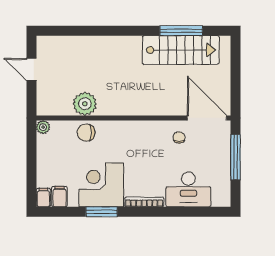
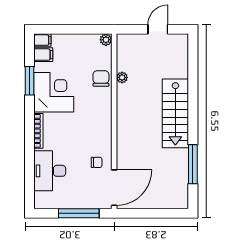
stairs: (181, 50) -> (175, 113), moved
plant: (85, 104) -> (122, 77), width x0.53, depth x0.53
window: (102, 212) -> (30, 81), moved

